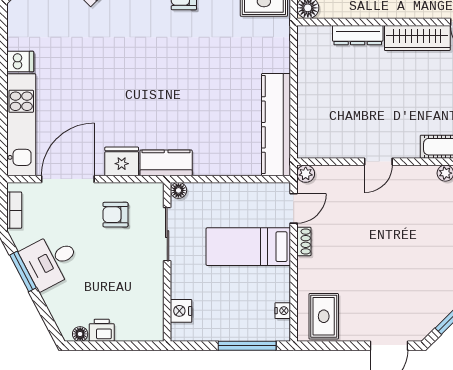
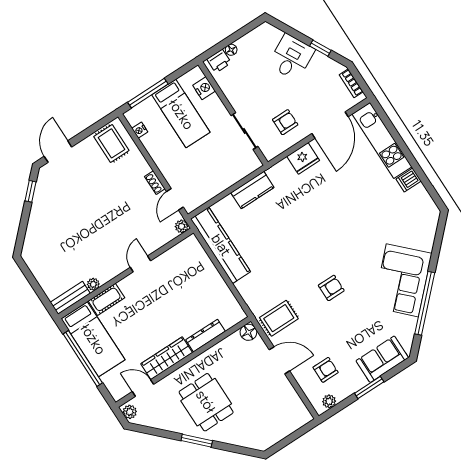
kitchen counter: (166, 163) -> (252, 190), moved
floor lamp: (178, 190) -> (255, 163), removed
bed: (248, 247) -> (181, 114), moved, turned 90
desk: (51, 261) -> (291, 57), moved
window: (23, 271) -> (320, 48), width x0.67
printer: (102, 330) -> (219, 61), moved
floor lamp: (80, 334) -> (231, 50), moved

